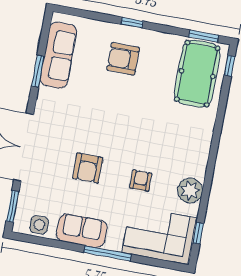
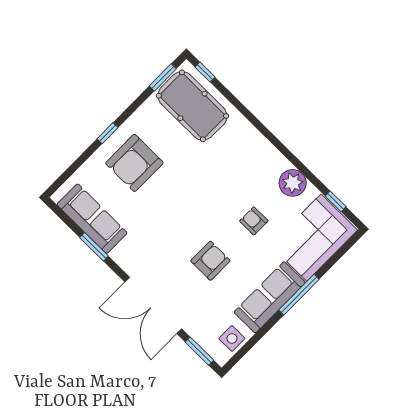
armchair: (123, 59) -> (134, 163), width x1.36, depth x1.36
armchair: (88, 168) -> (210, 261), turned -90
sofa: (82, 231) -> (270, 297), width x1.36

